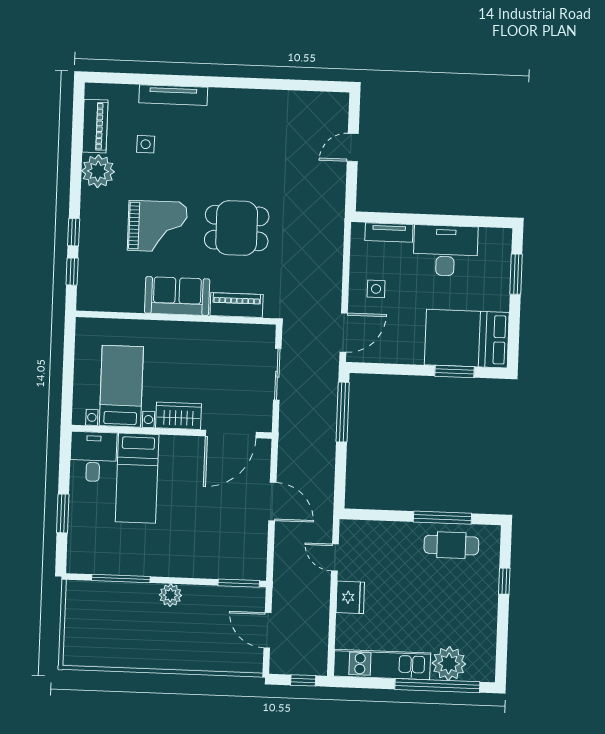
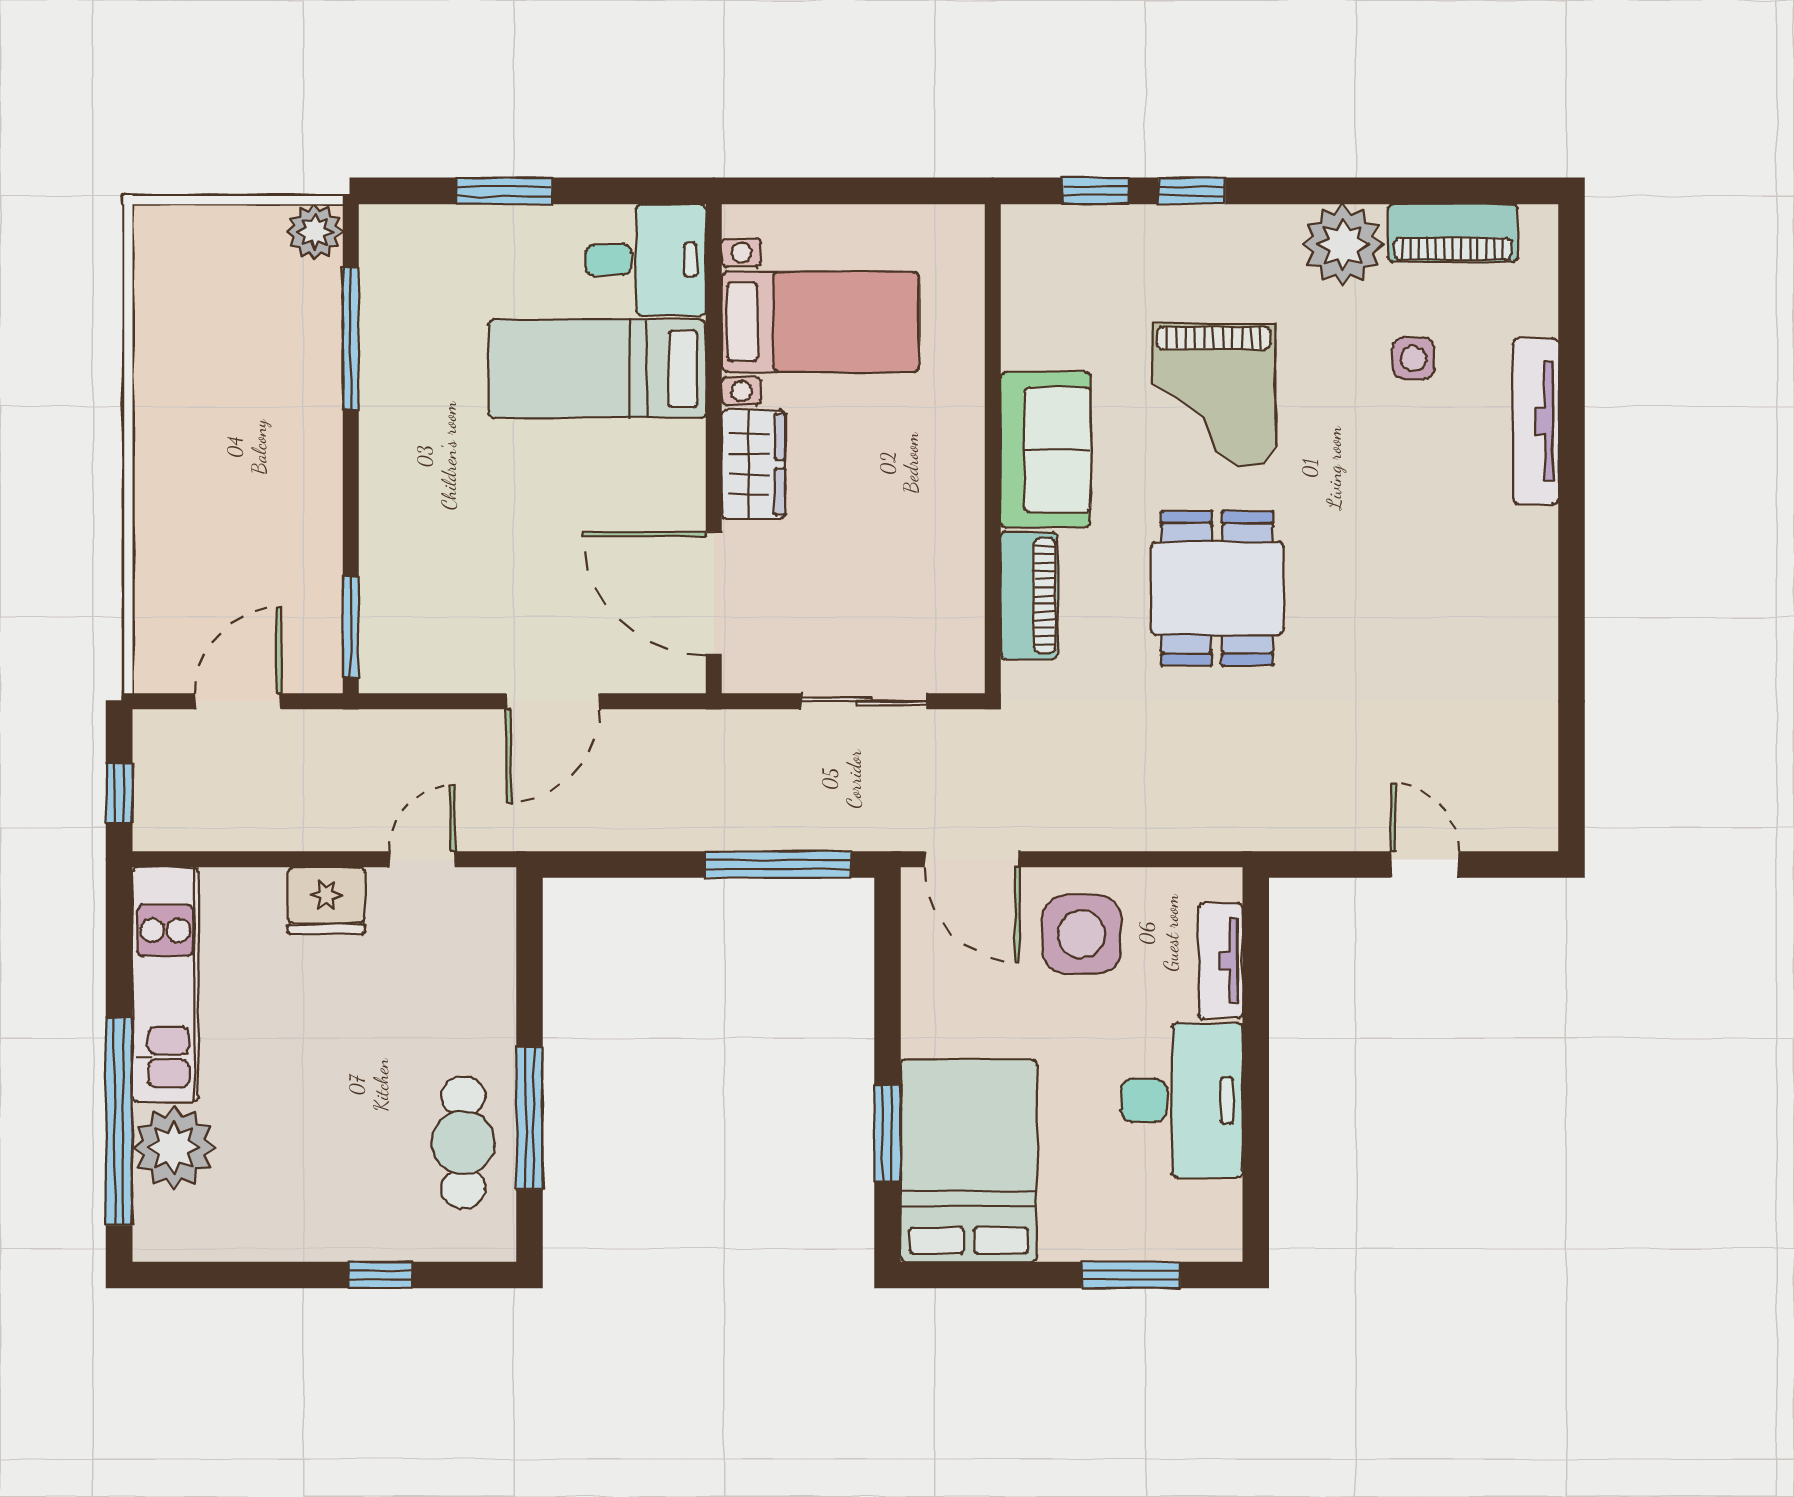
side table: (376, 289) -> (1082, 934), width x1.87, depth x1.87
plant: (170, 595) -> (315, 232), moved

